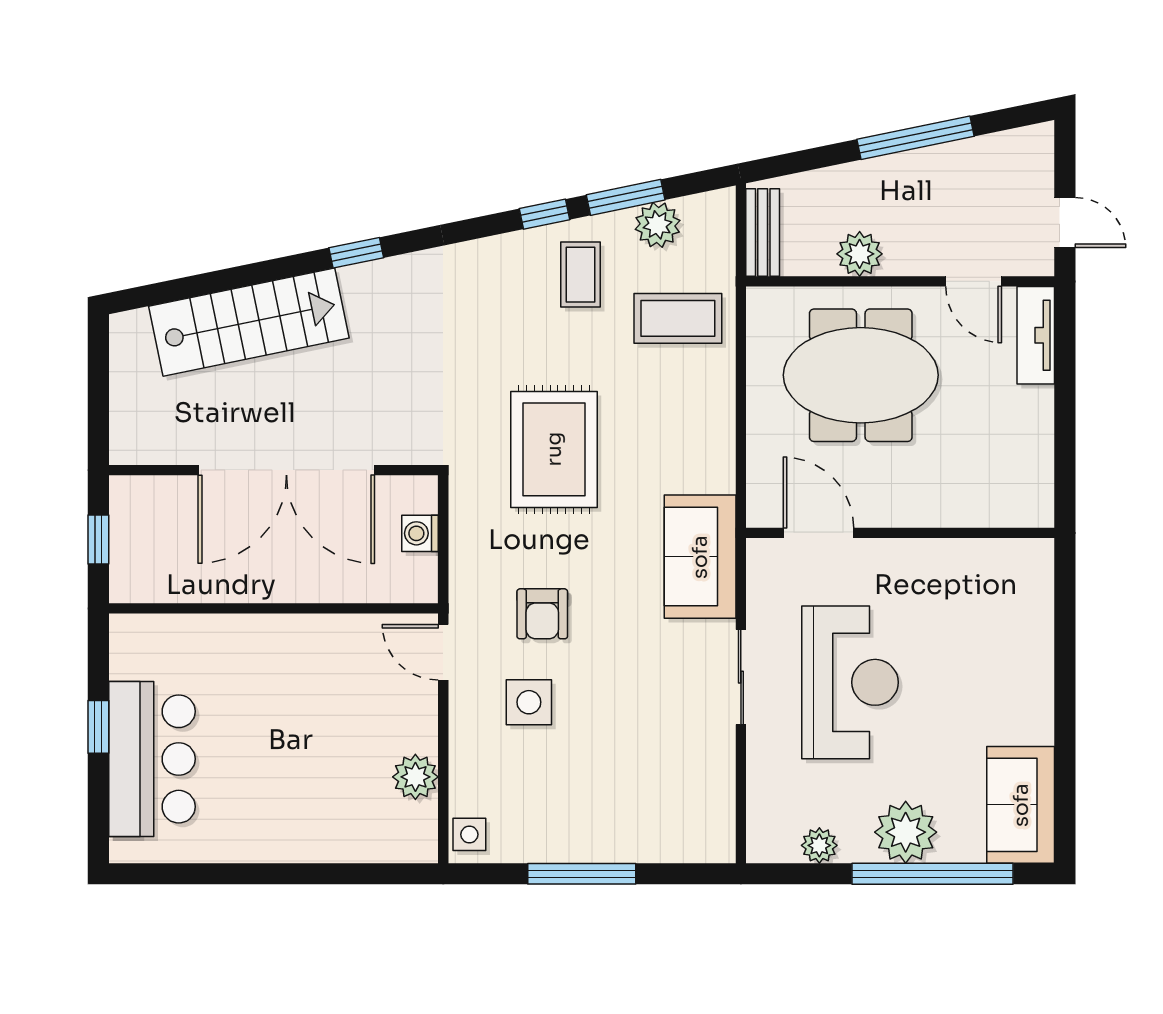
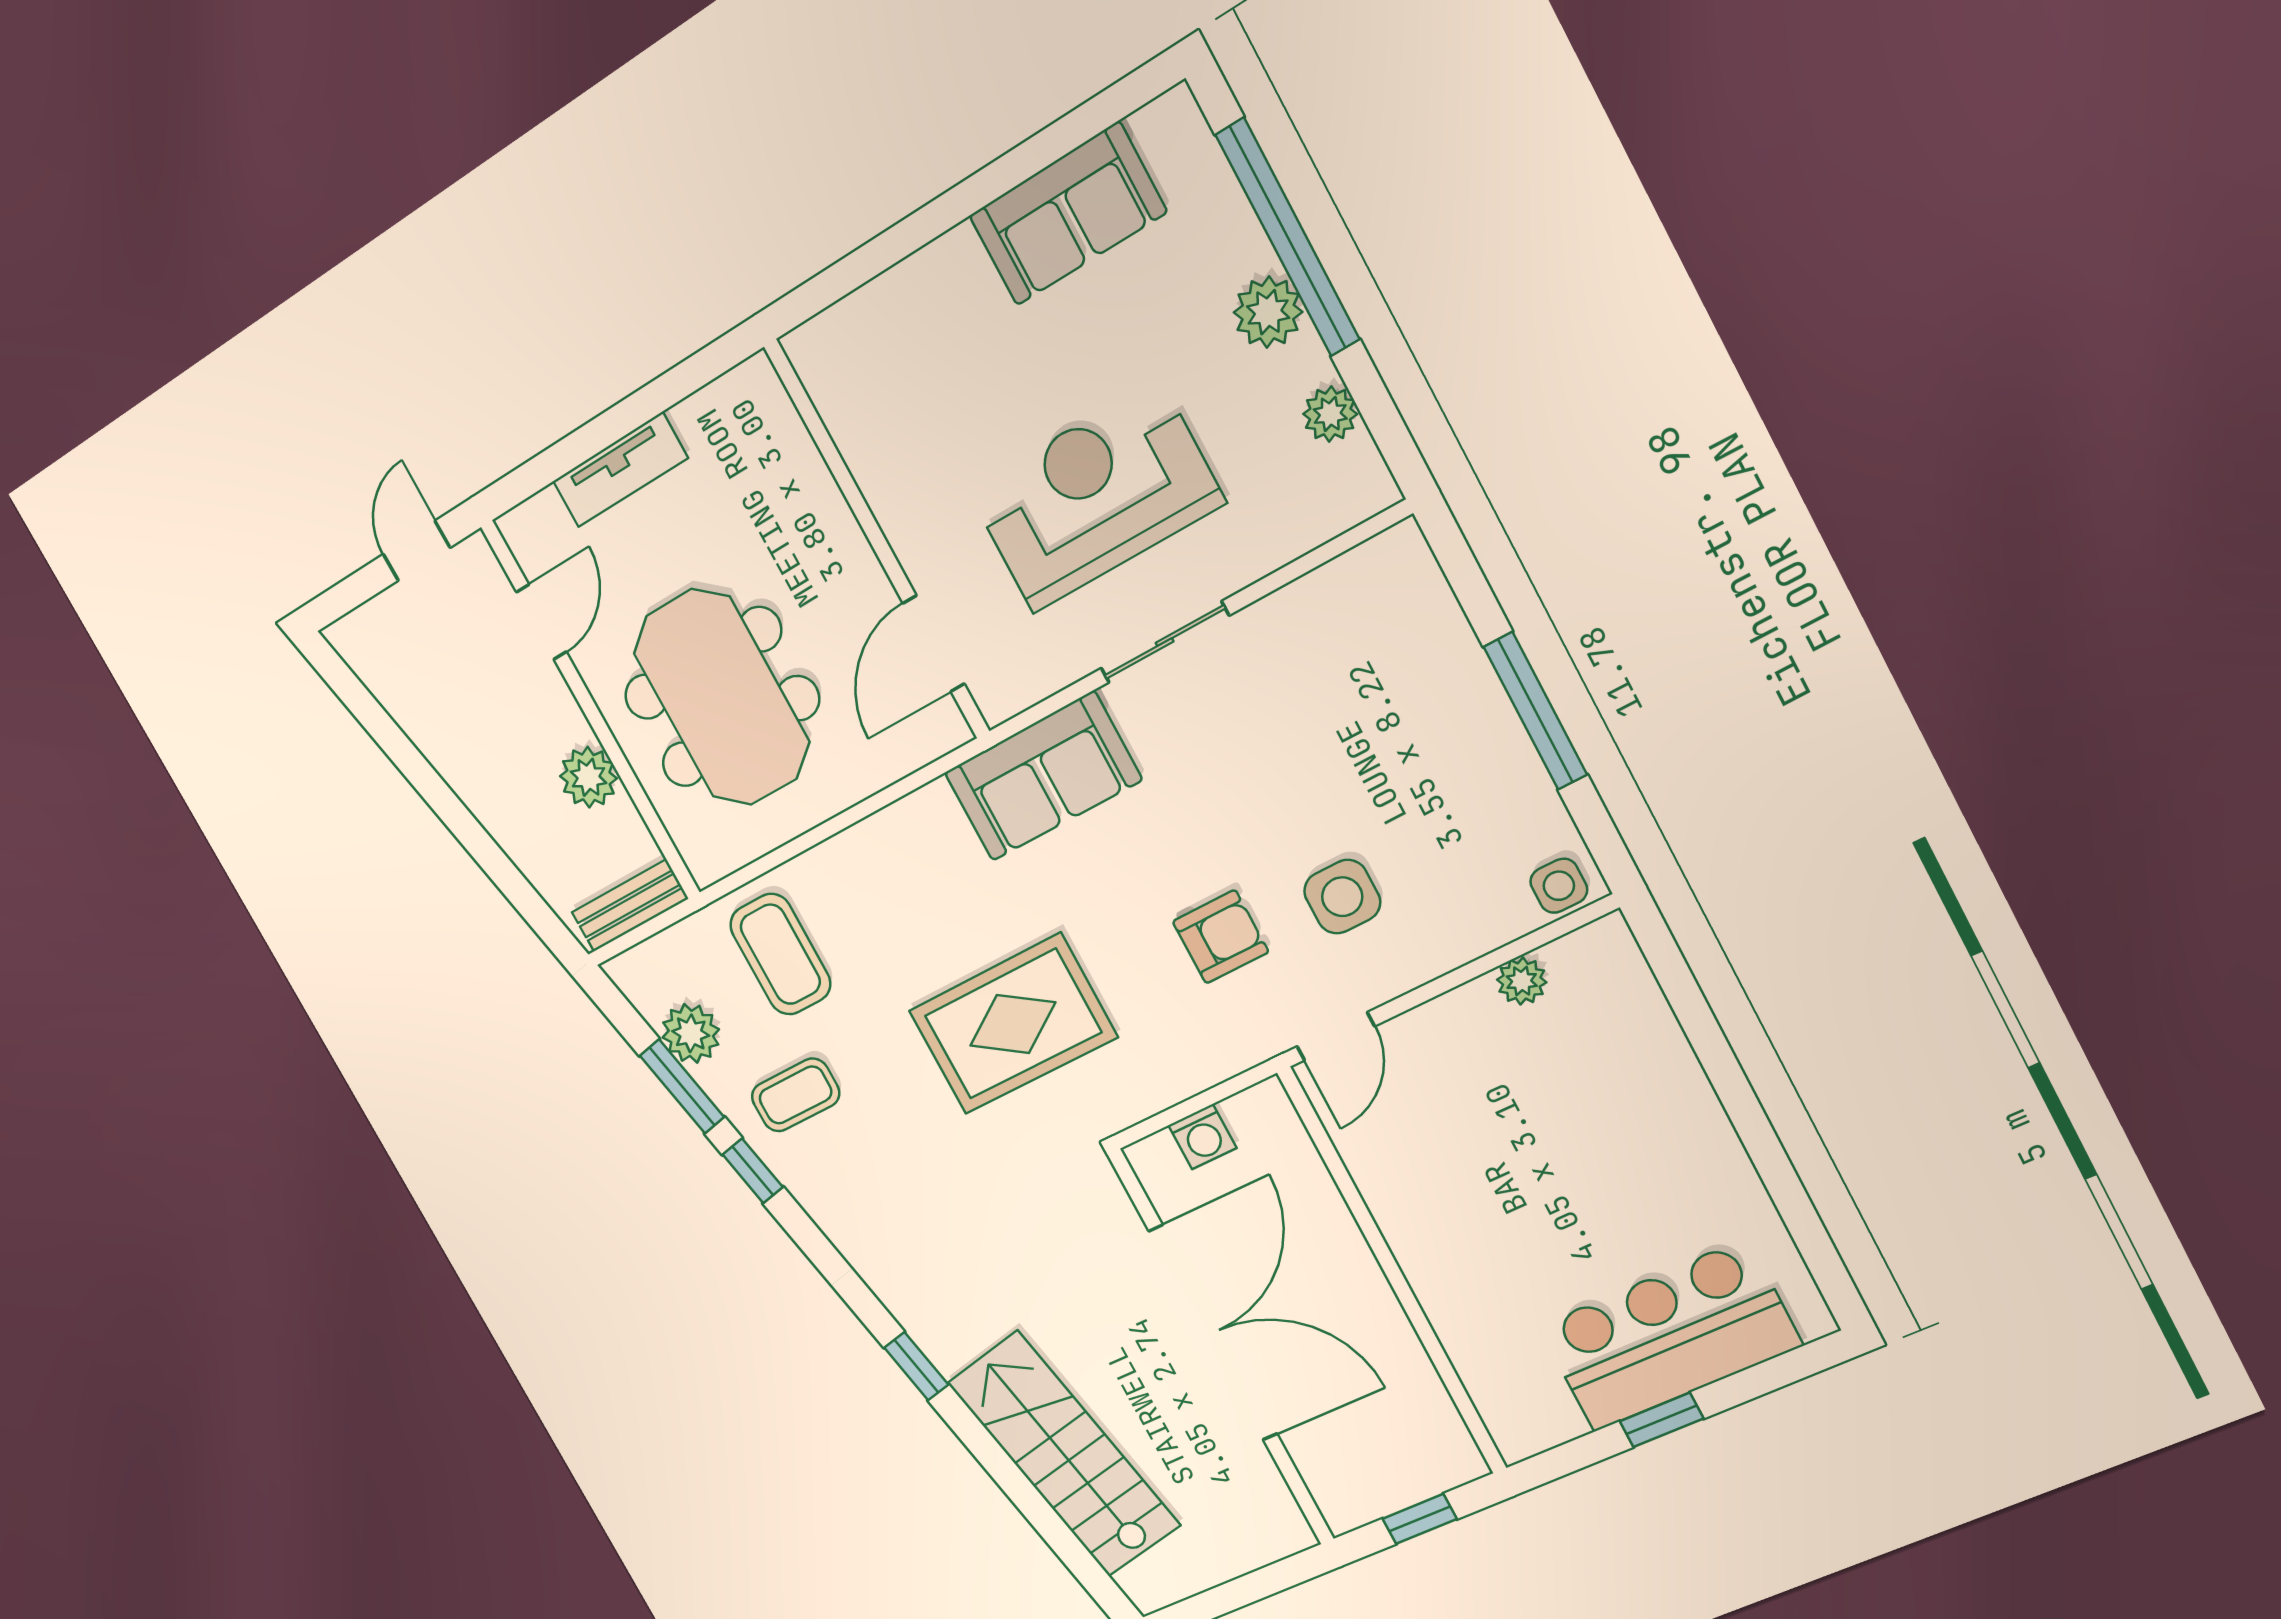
window: (916, 138) -> (429, 784), removed
tv unit: (1036, 335) -> (620, 470), moved
plant: (415, 777) -> (1522, 981), width x0.73, depth x0.73
sofa: (1021, 805) -> (1068, 214), moved
plant: (906, 832) -> (1268, 312), width x0.73, depth x0.73

